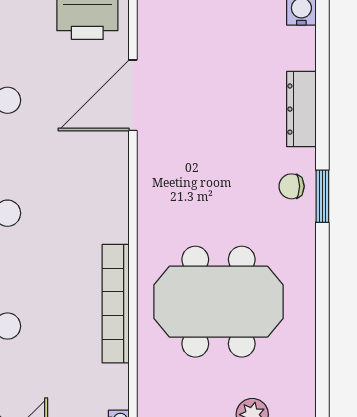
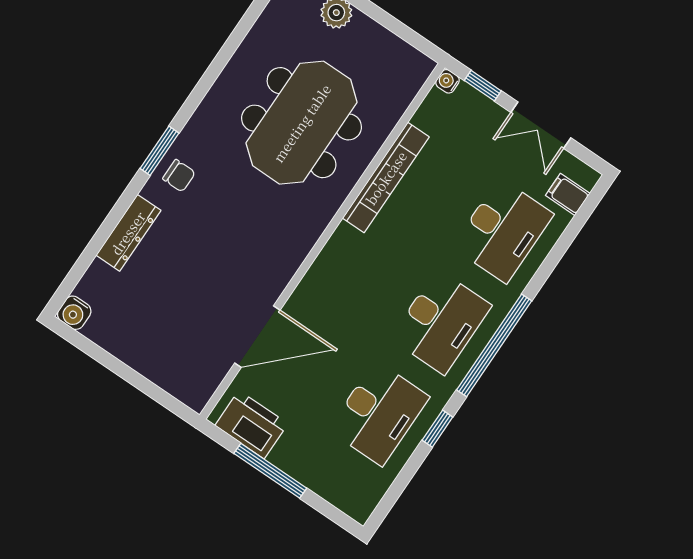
meeting table: (218, 302) -> (302, 123), turned 90

